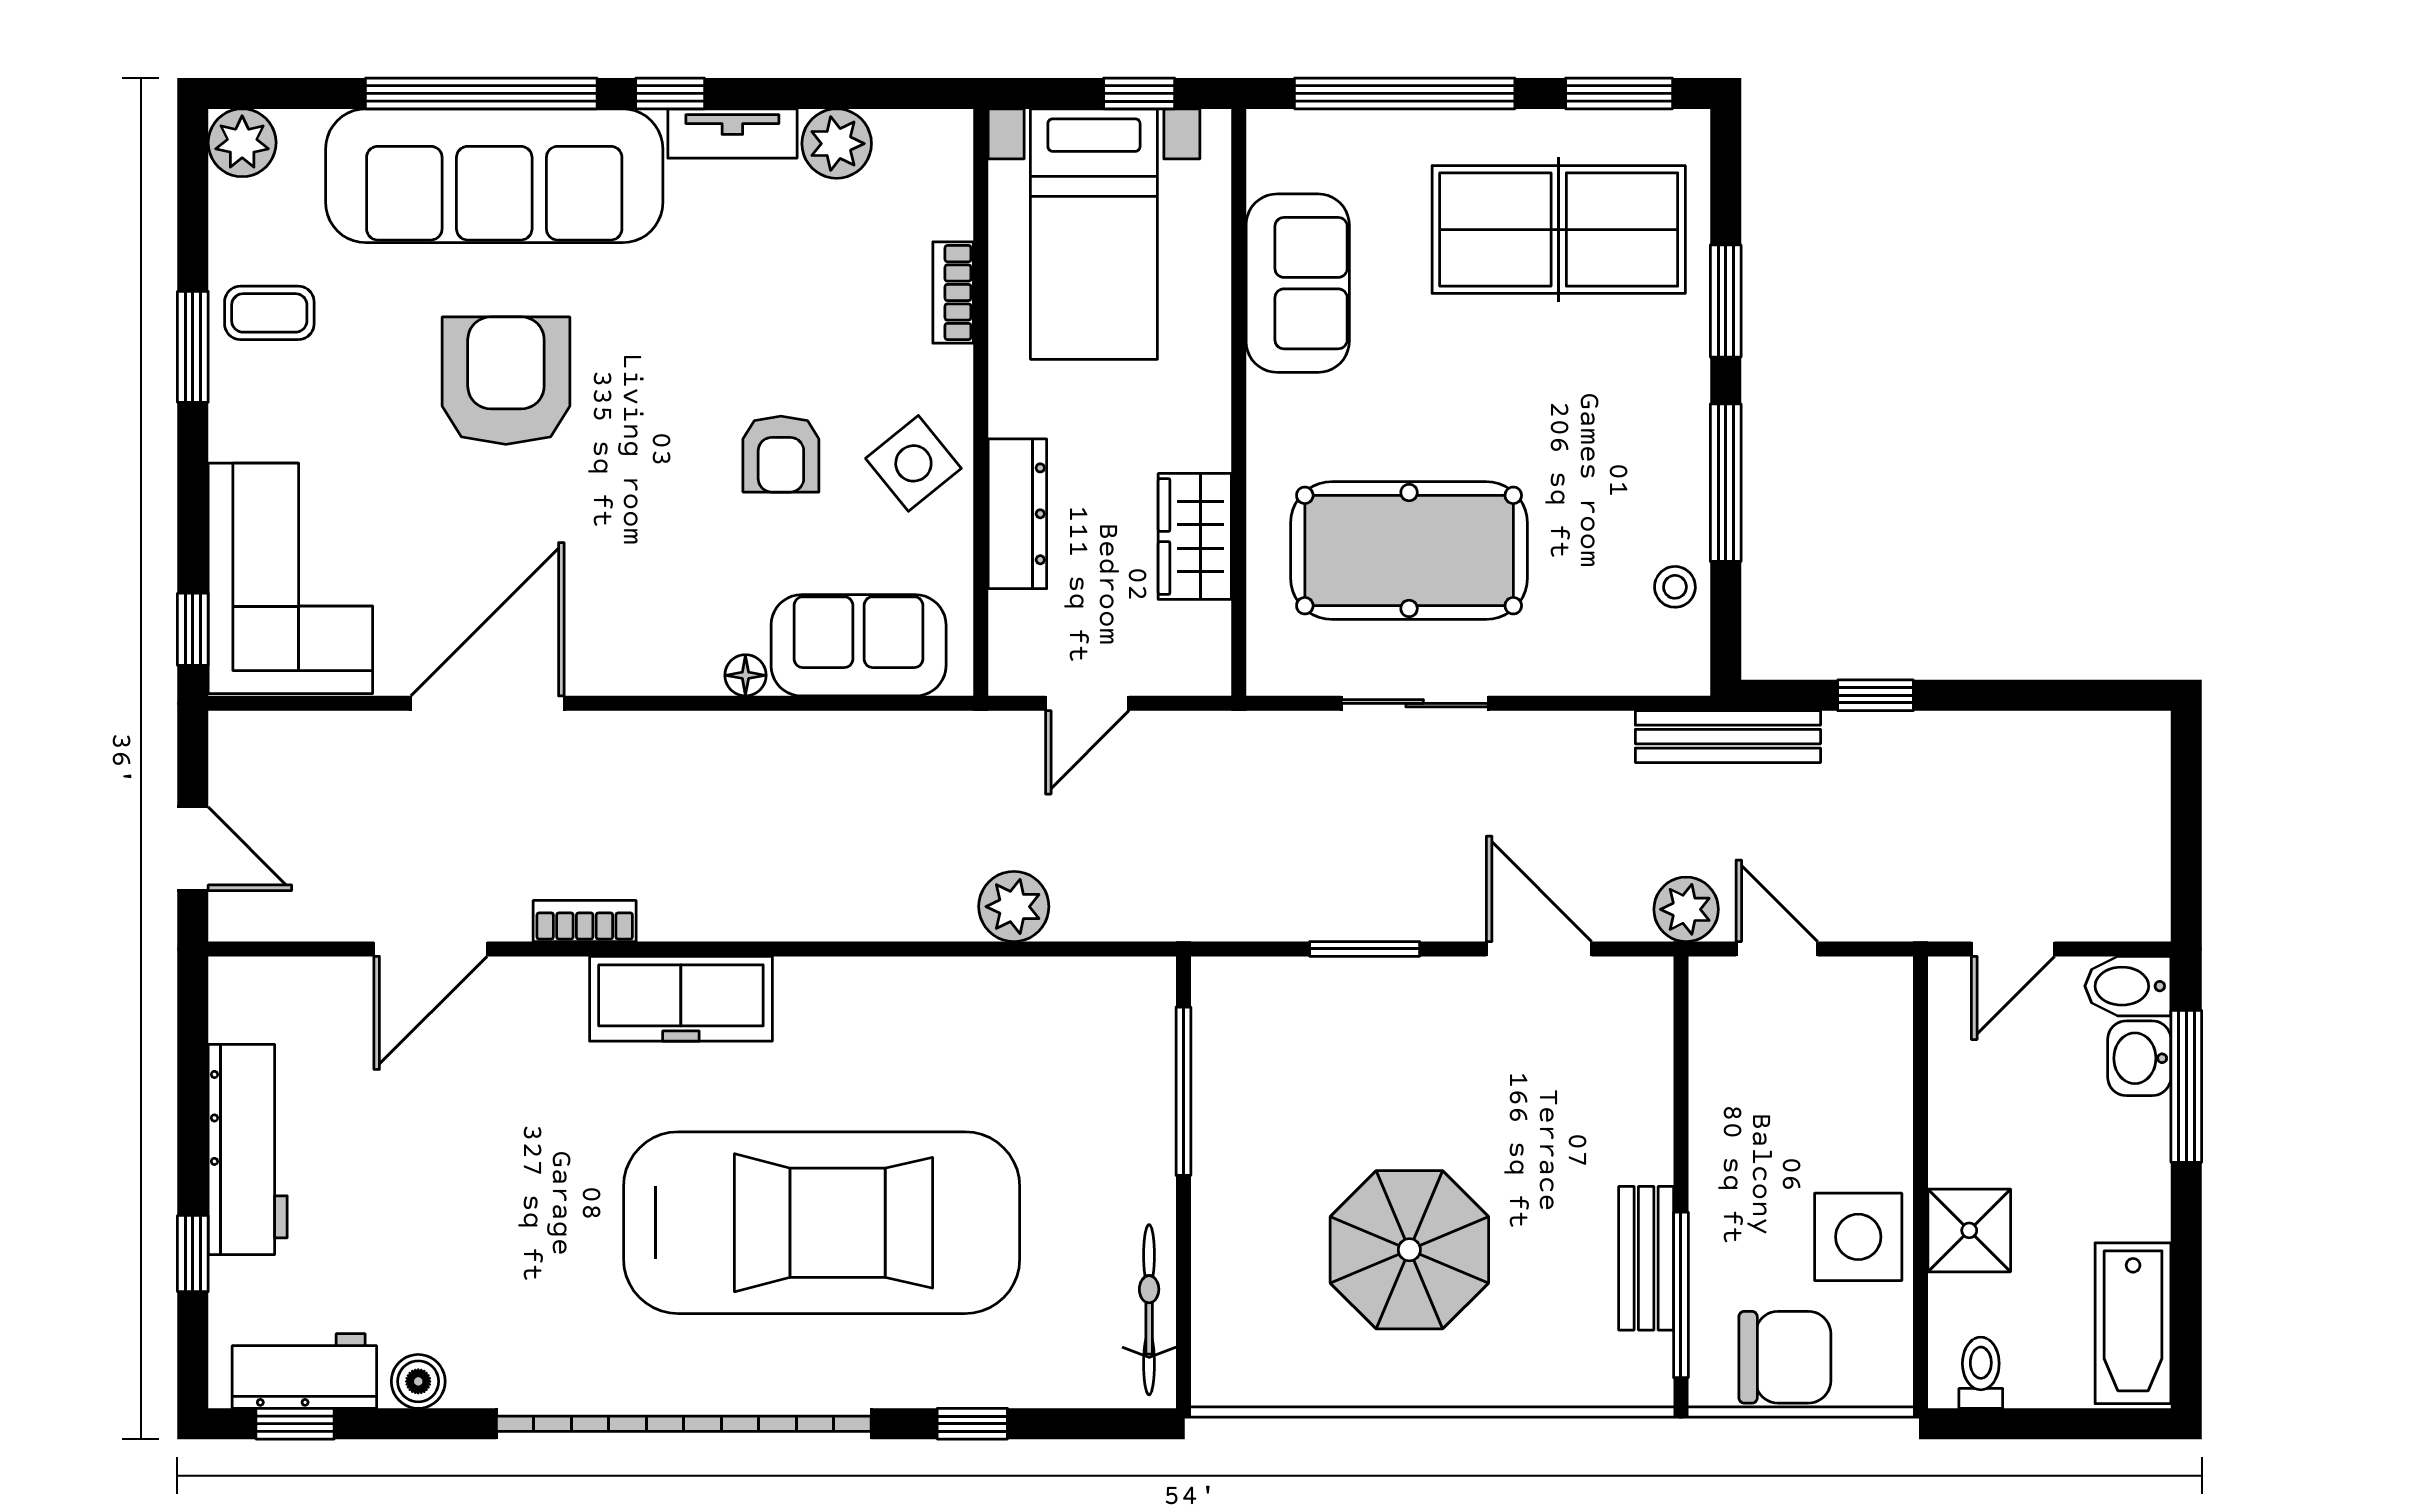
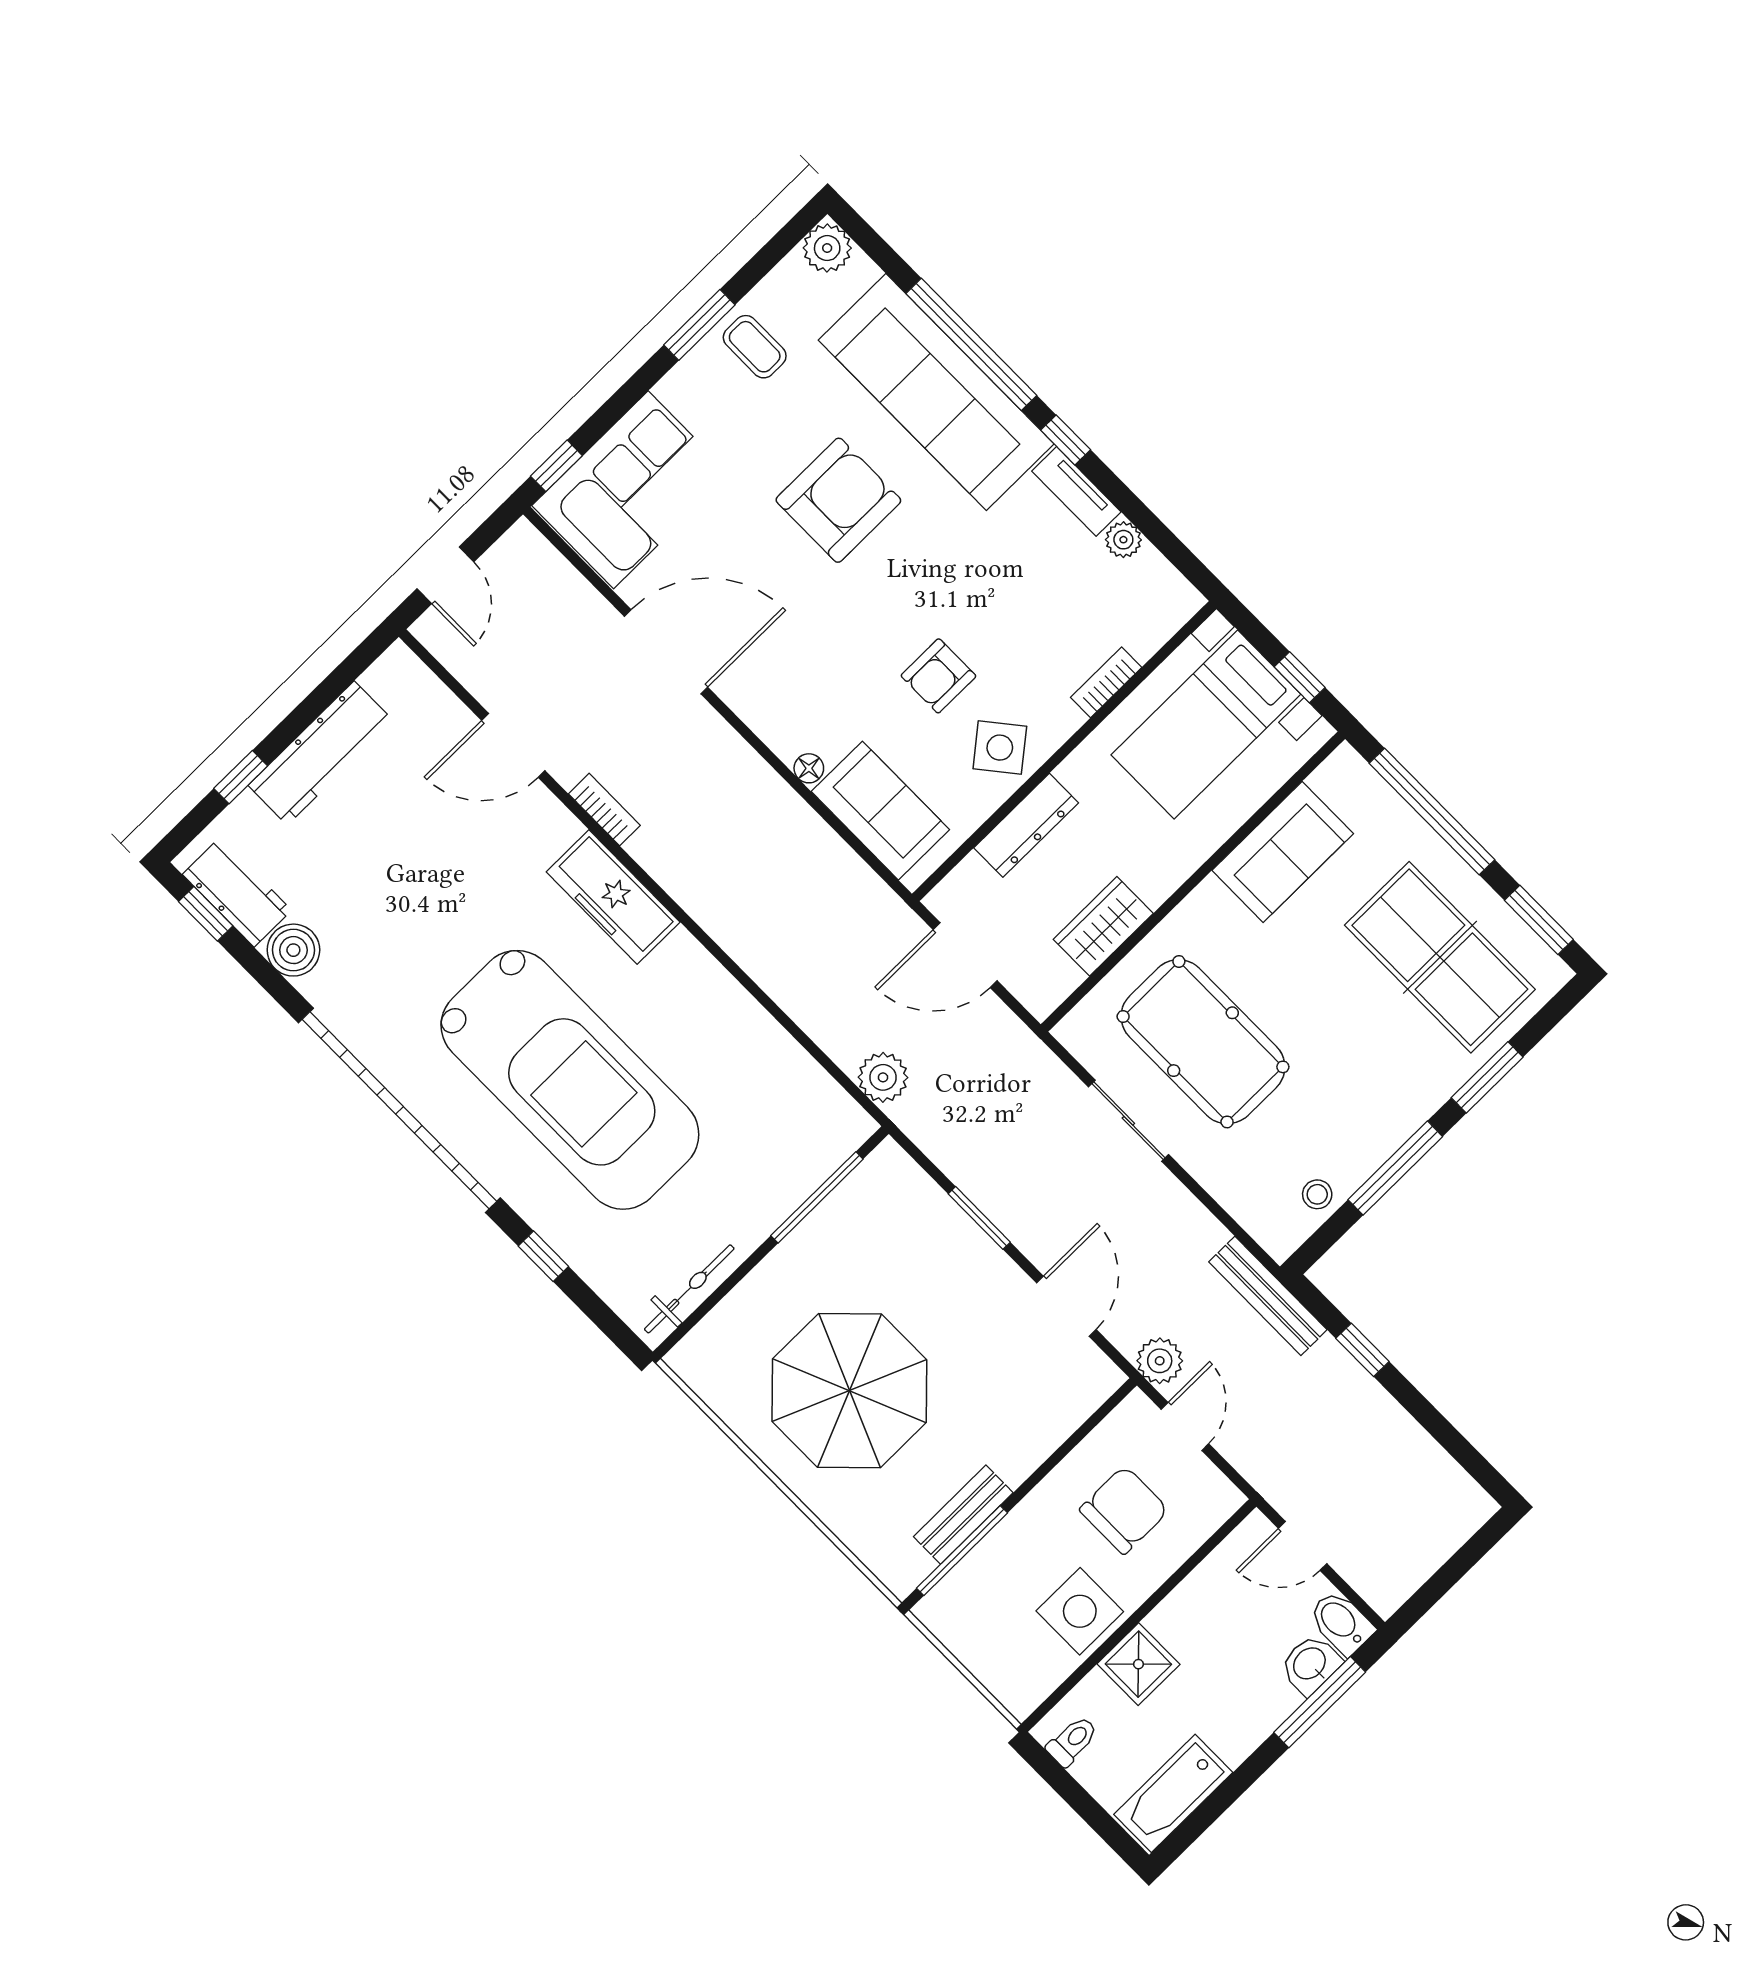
plant: (837, 144) -> (1123, 540), width x0.73, depth x0.73
door: (1087, 703) -> (965, 955), width x1.38
plant: (1014, 907) -> (883, 1077), moved
parasol: (1409, 1250) -> (849, 1391), width x1.36, depth x1.36
chair: (1785, 1357) -> (1124, 1510), moved, turned -90
boiler: (418, 1381) -> (293, 950), width x1.36, depth x1.36

